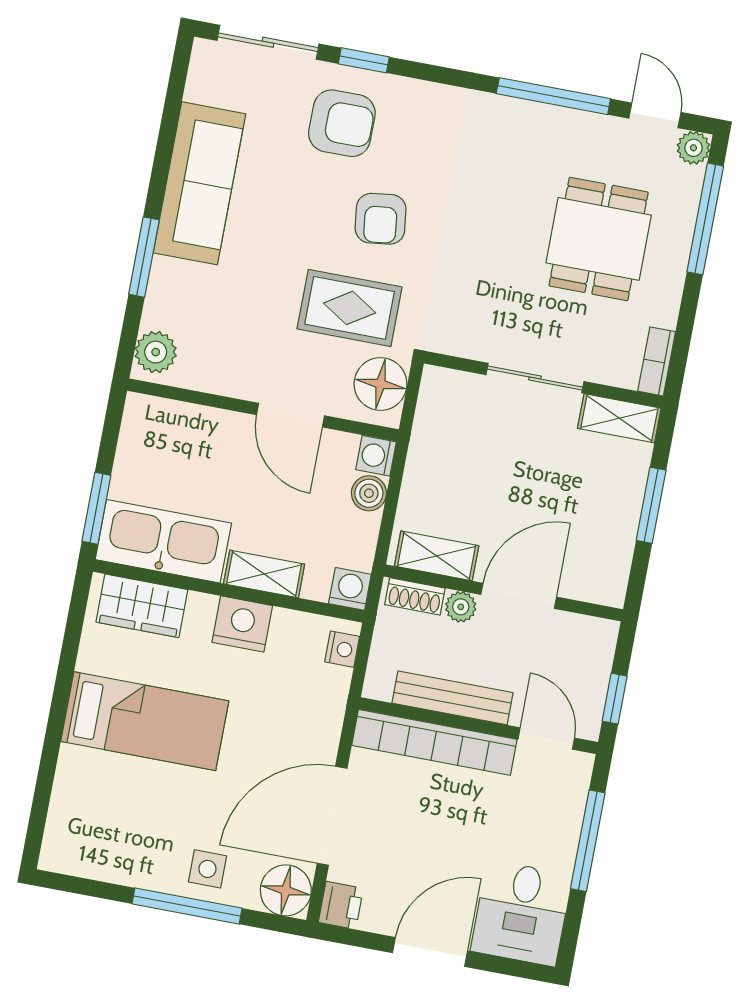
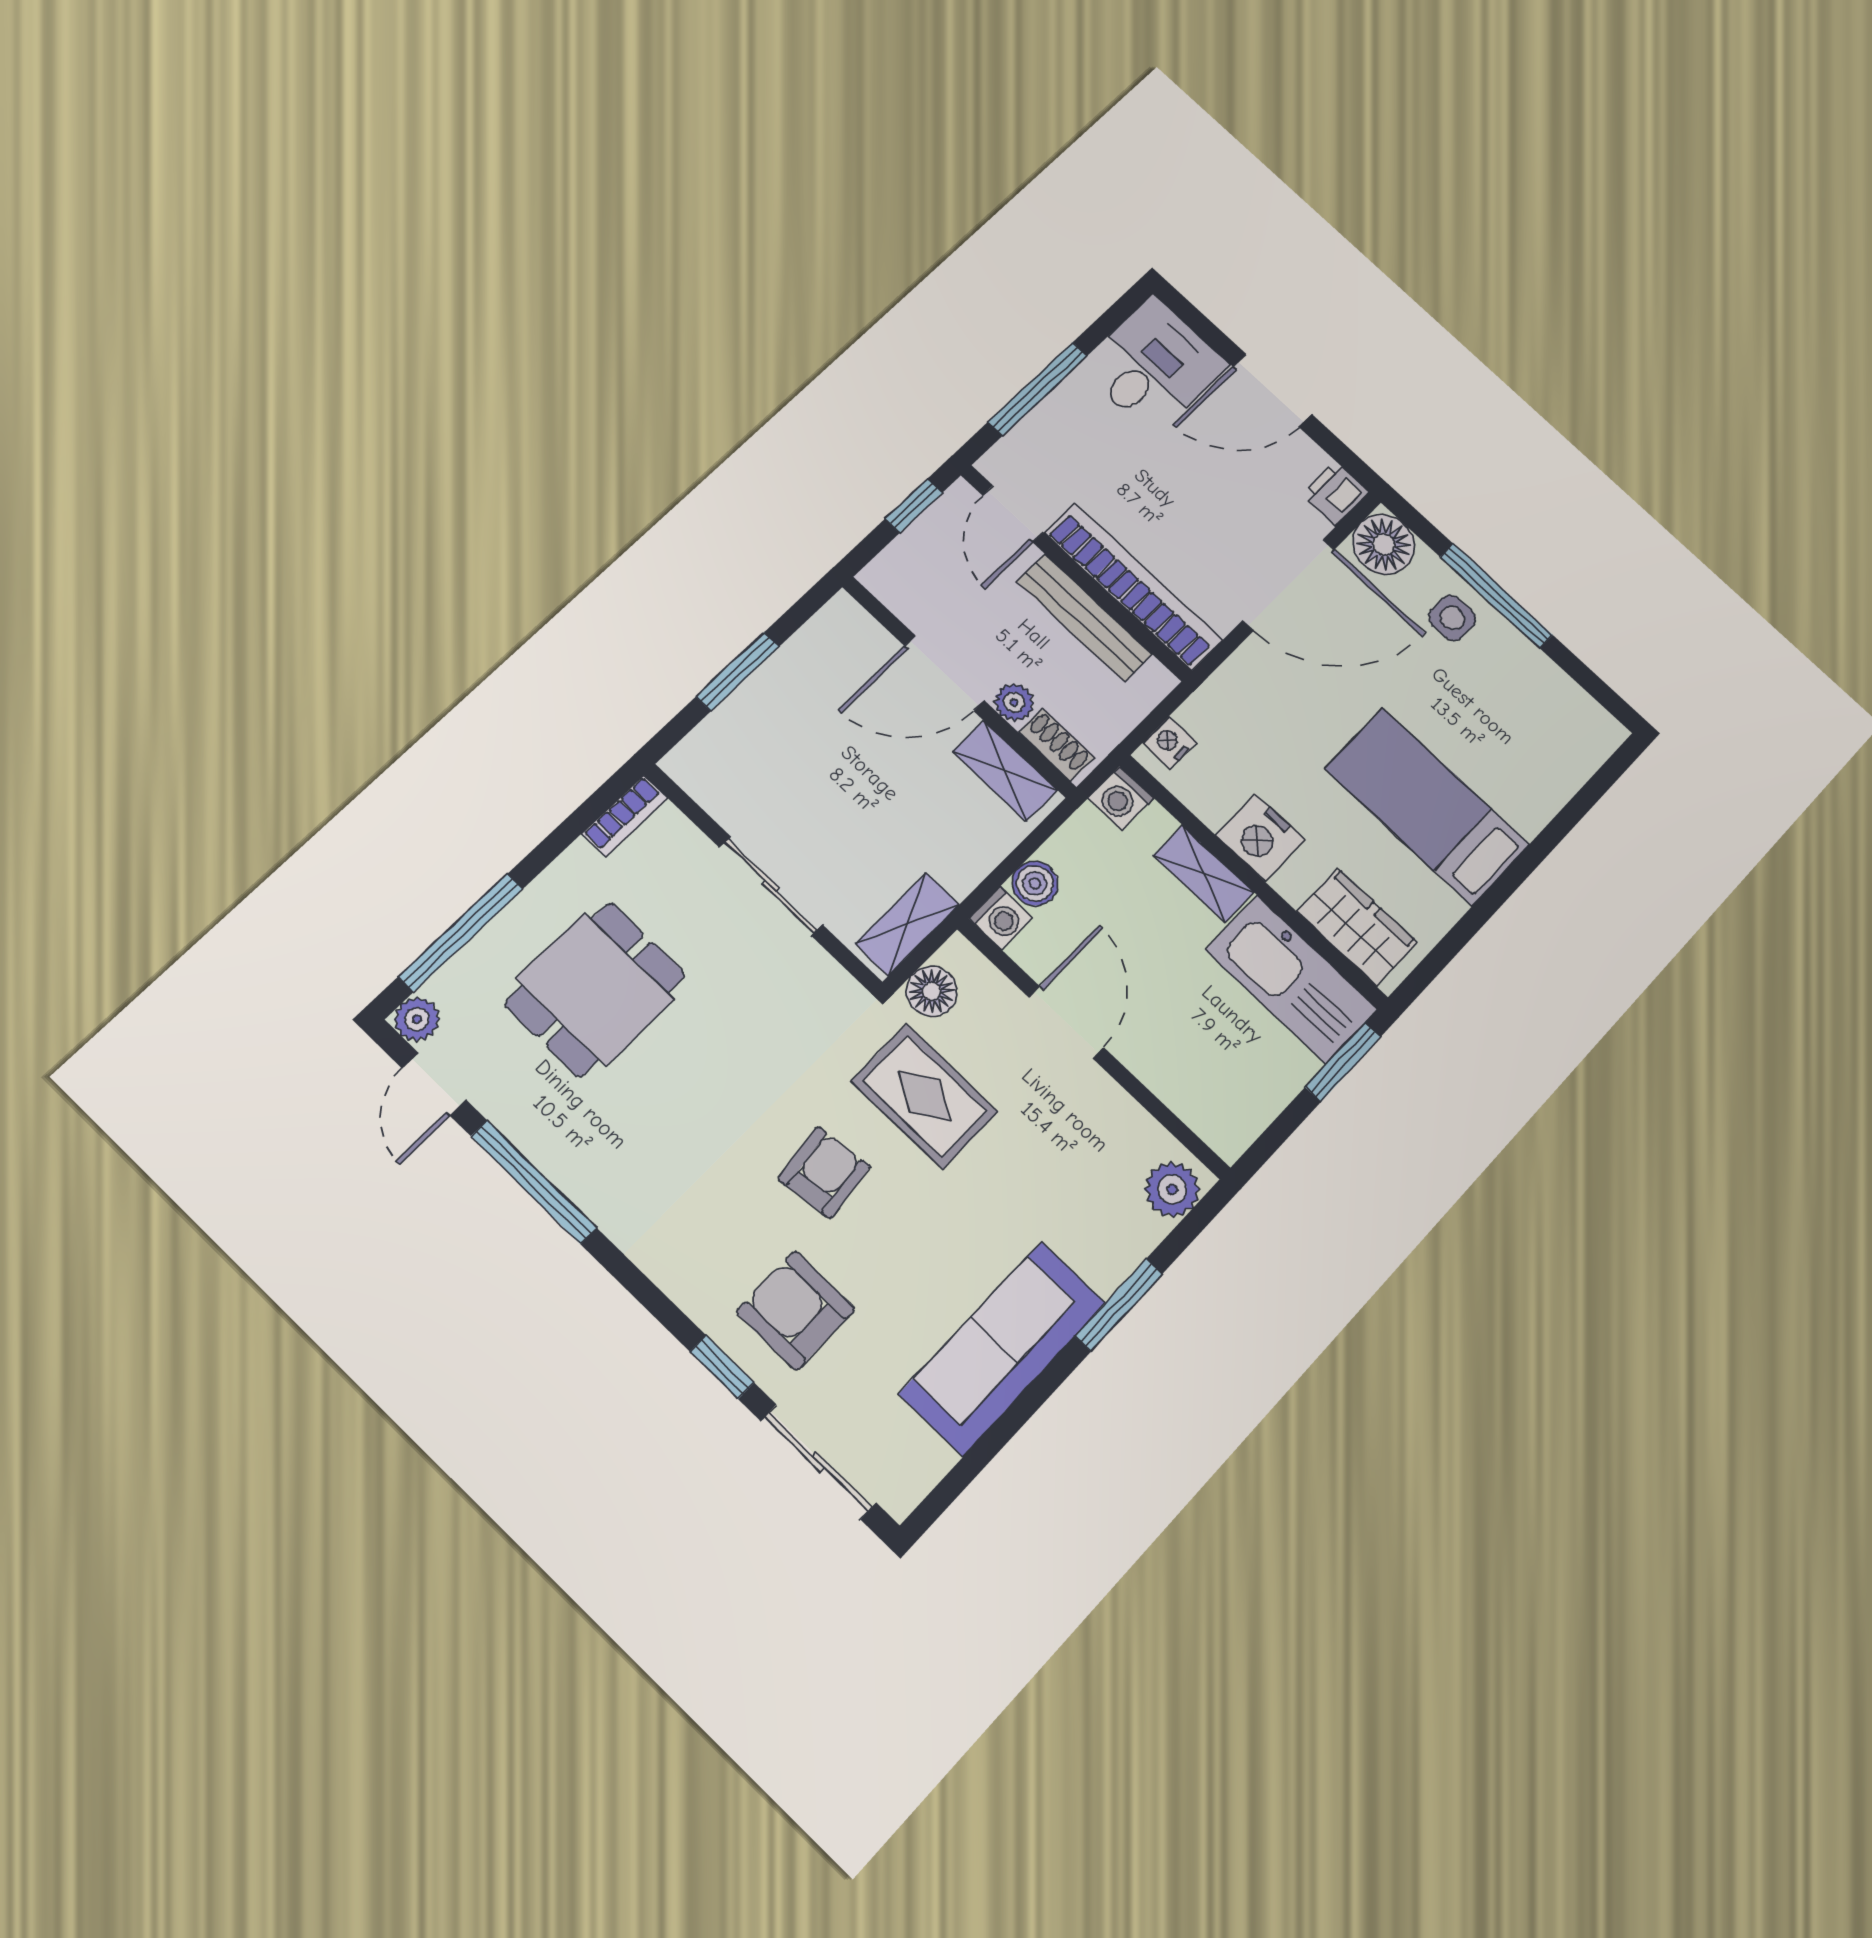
floor lamp: (381, 384) -> (932, 991), width x0.73, depth x0.73
shelving: (619, 418) -> (907, 924), moved, turned 90

